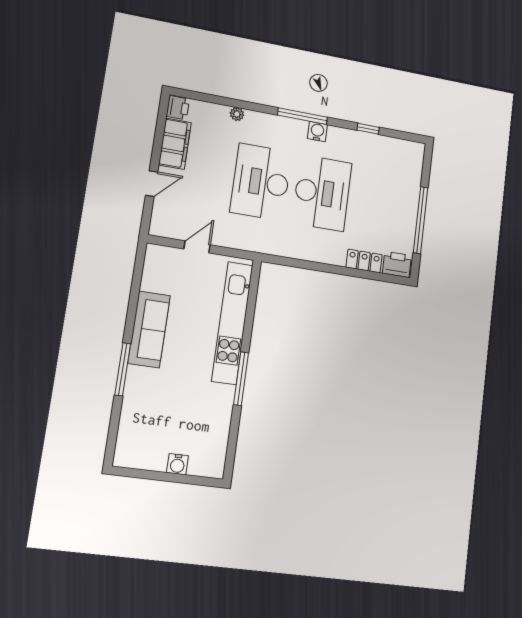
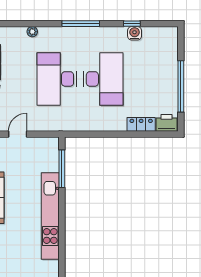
water cooler: (317, 132) -> (135, 33), moved
kitchen unit: (232, 323) -> (50, 216), moved
window: (241, 379) -> (62, 169), moved

